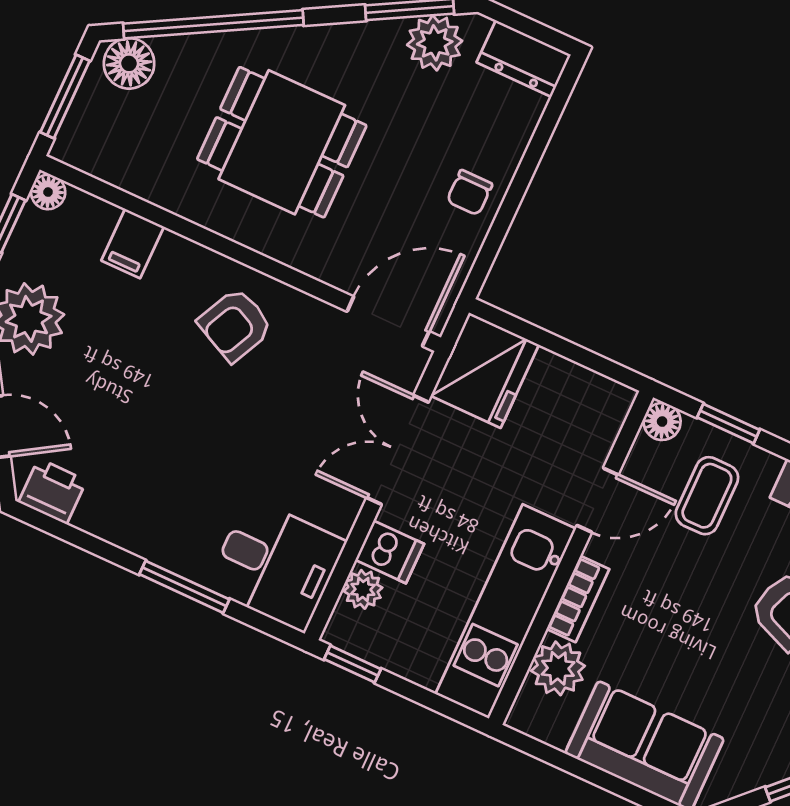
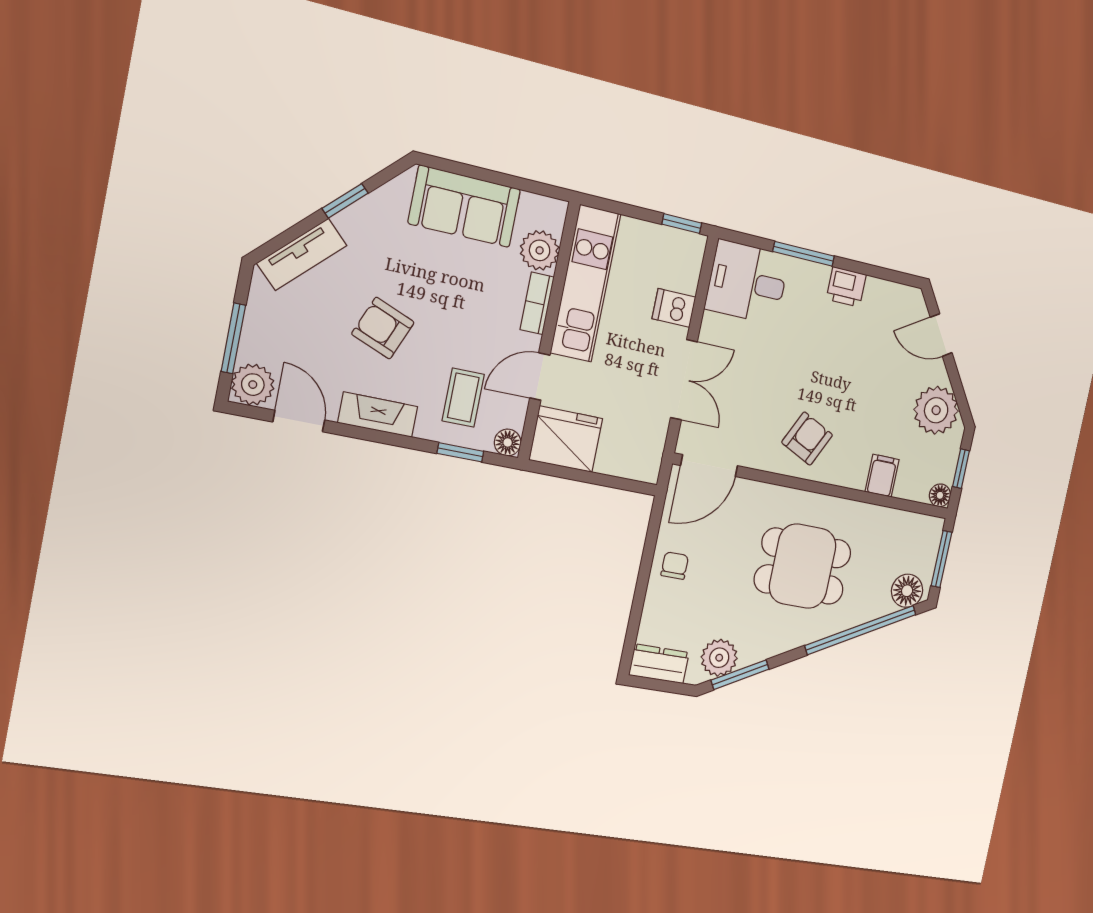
fridge: (485, 371) -> (566, 439), moved, turned 90
printer: (52, 491) -> (846, 287), moved
plant: (363, 589) -> (686, 278), removed

